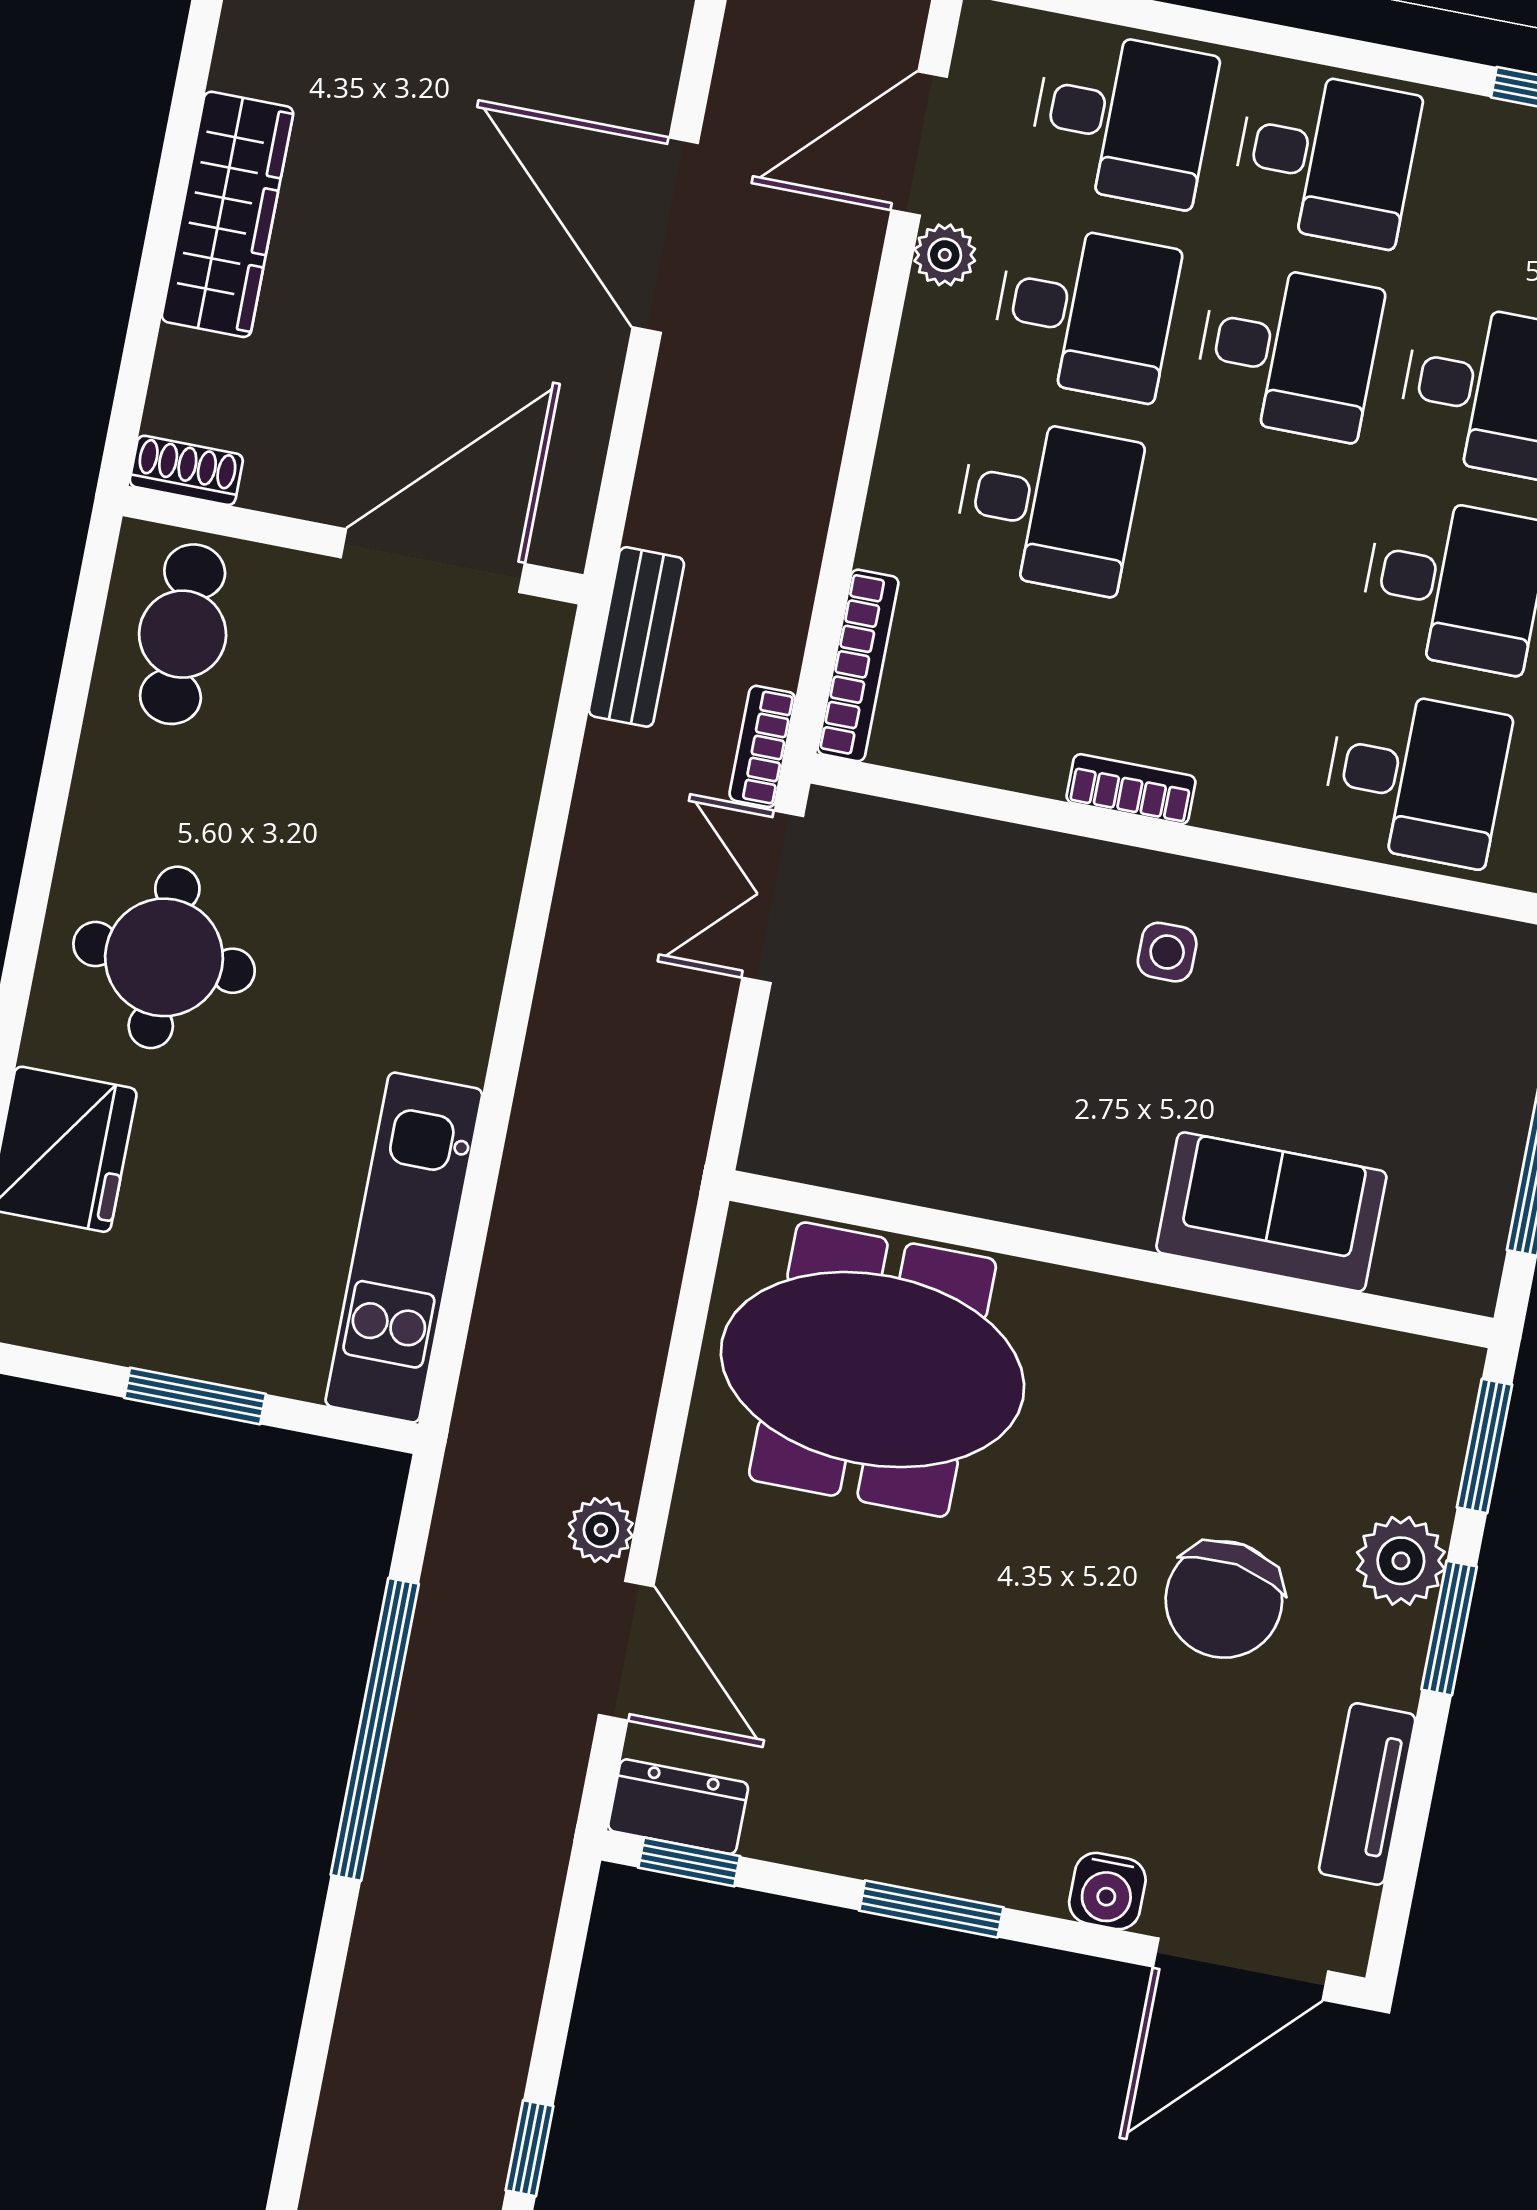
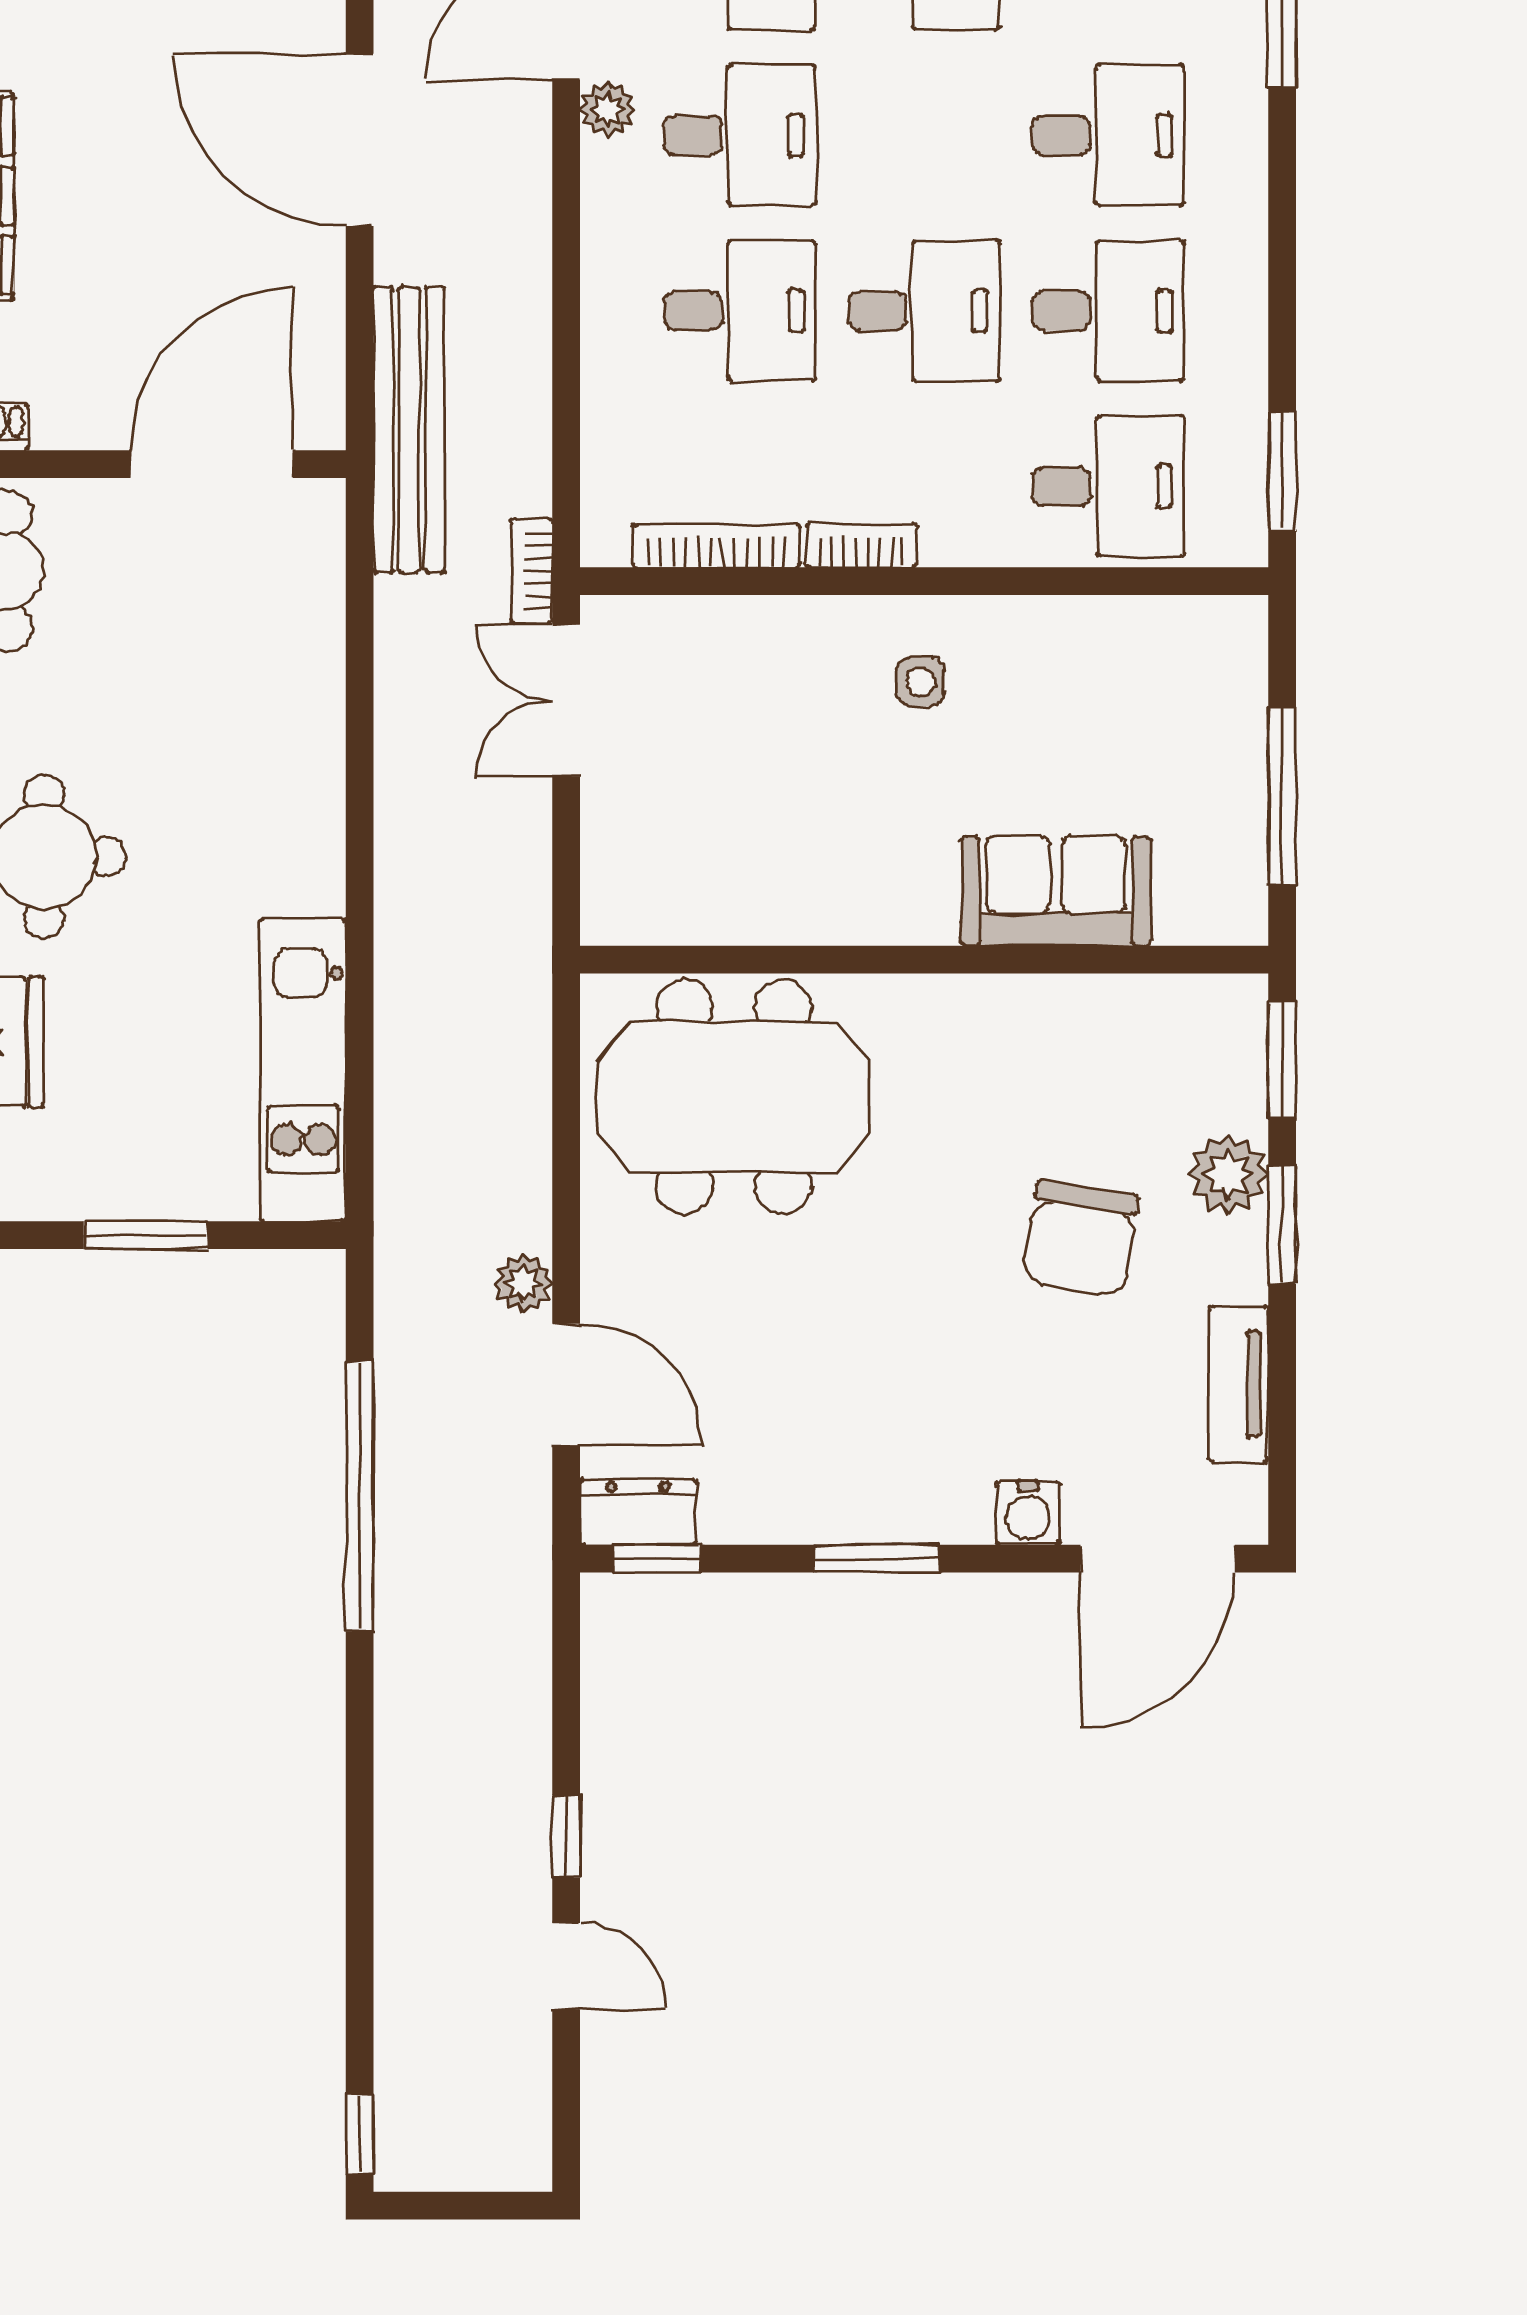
desk: (1288, 351) -> (924, 311), moved
bench: (636, 637) -> (409, 430), width x1.86, depth x1.21
bookcase: (858, 665) -> (716, 546), moved, turned -90

